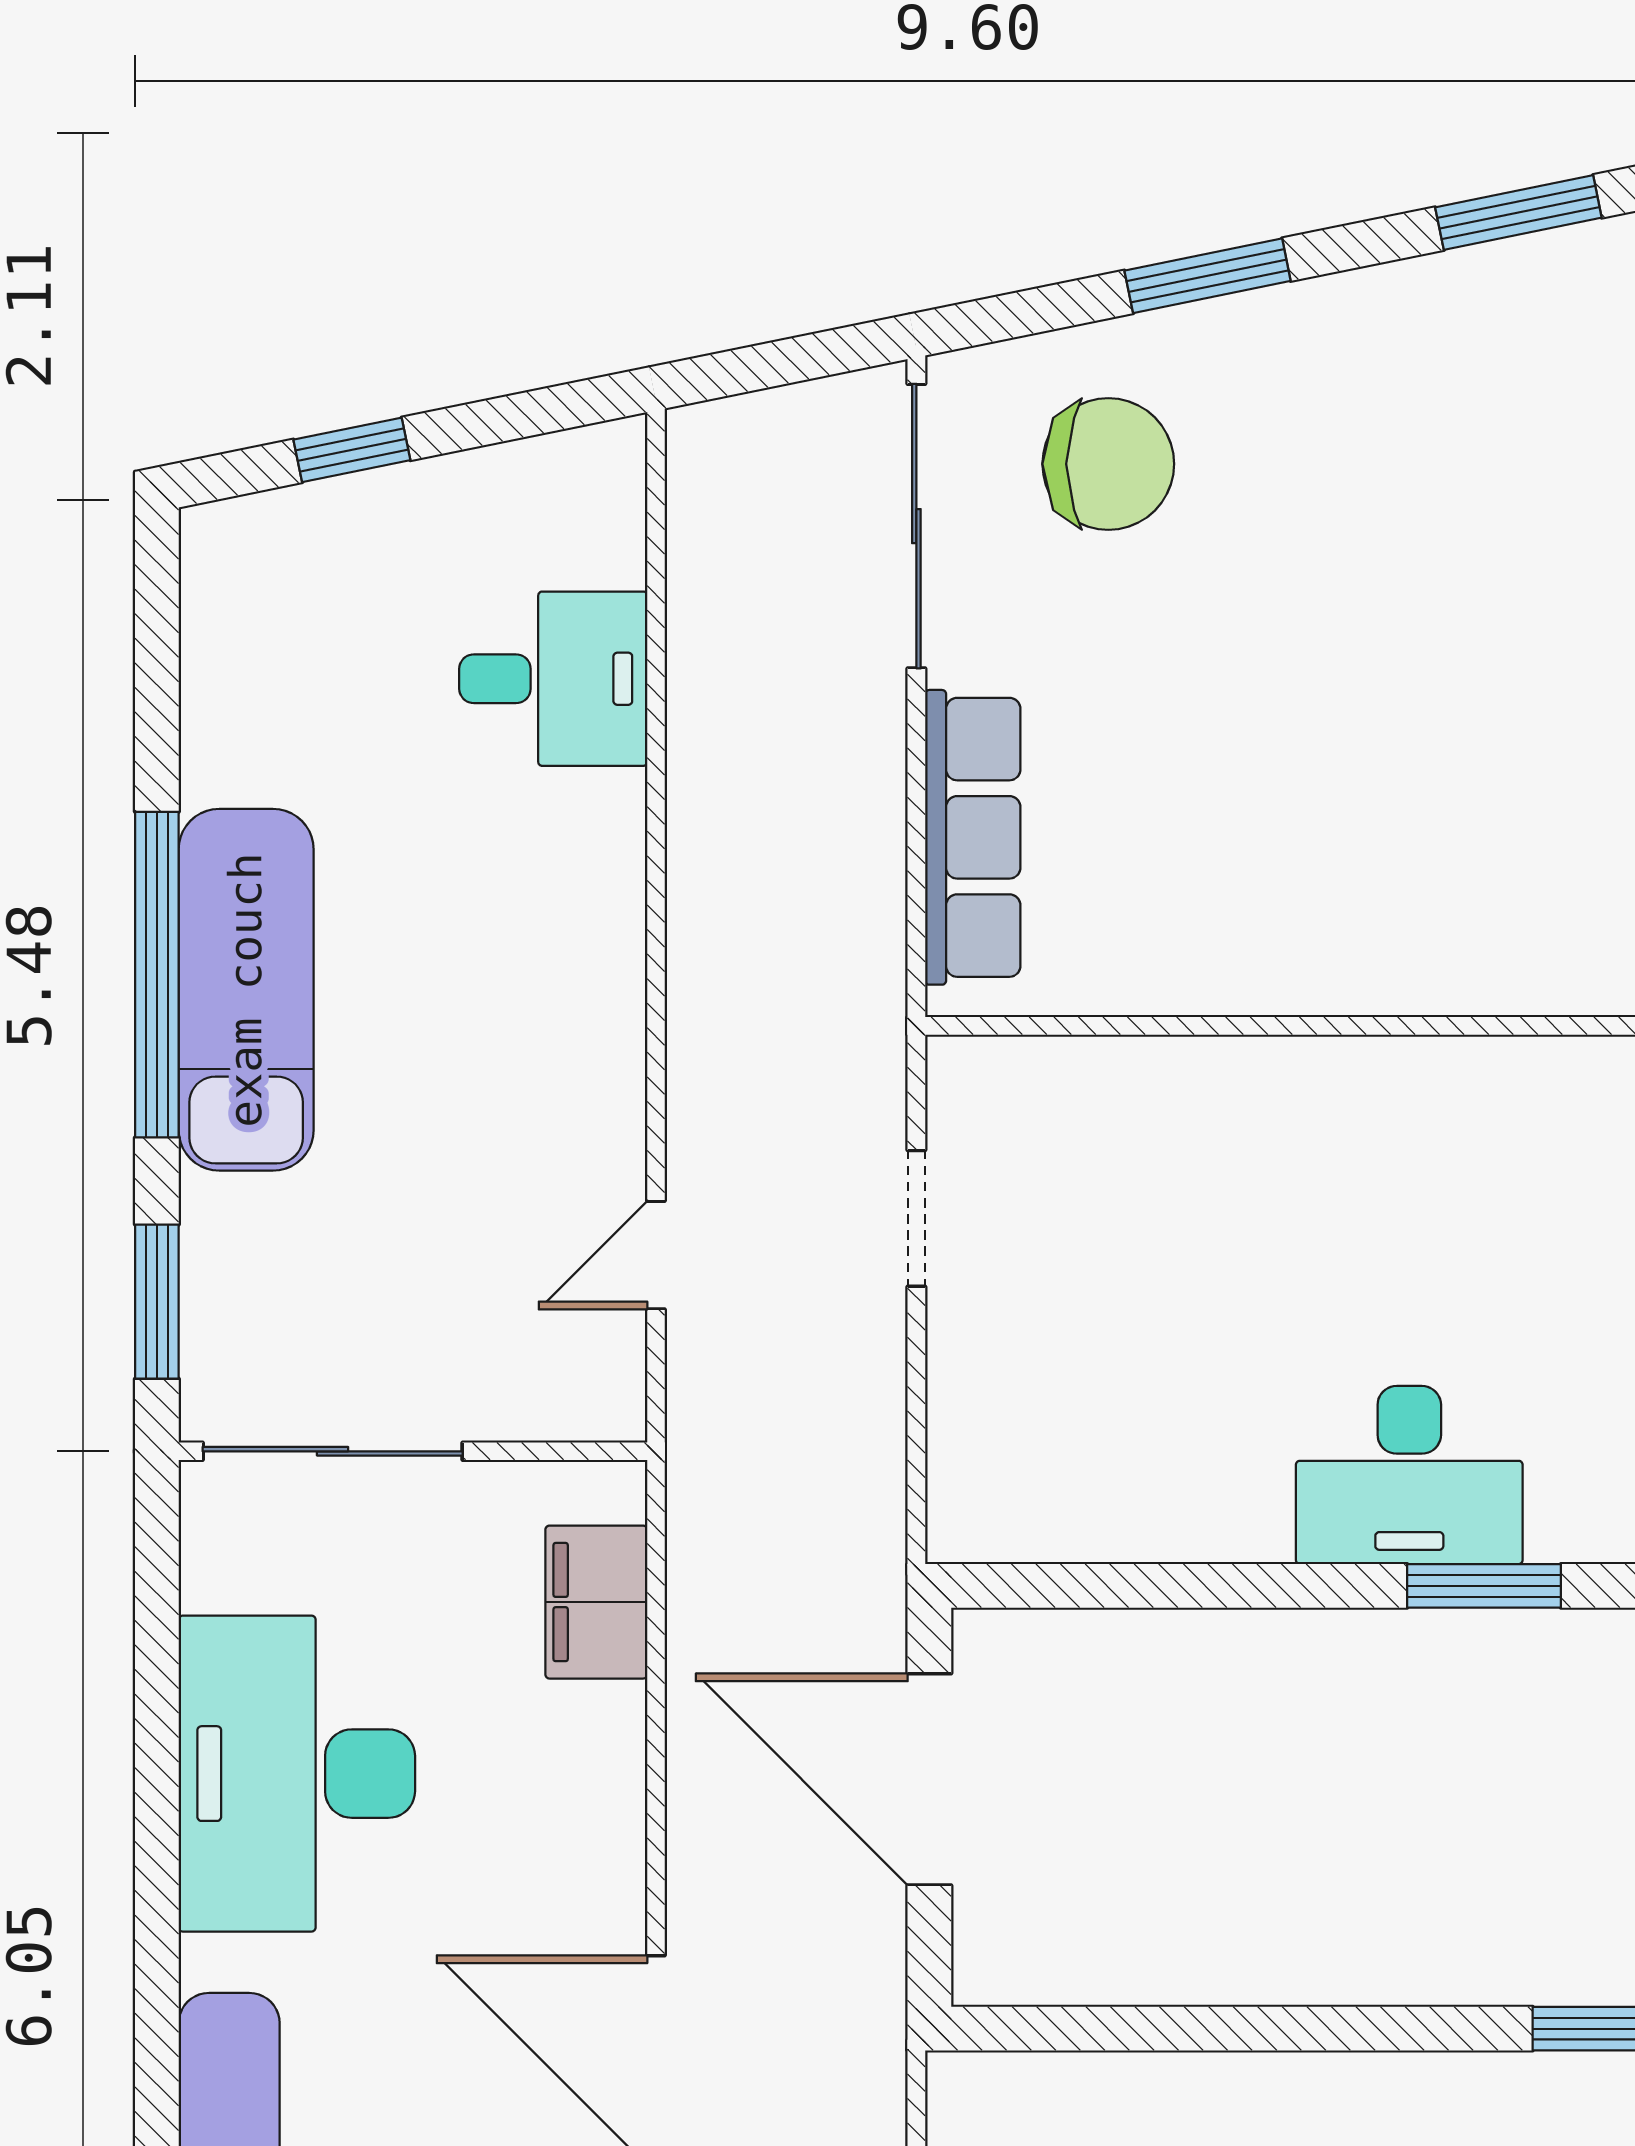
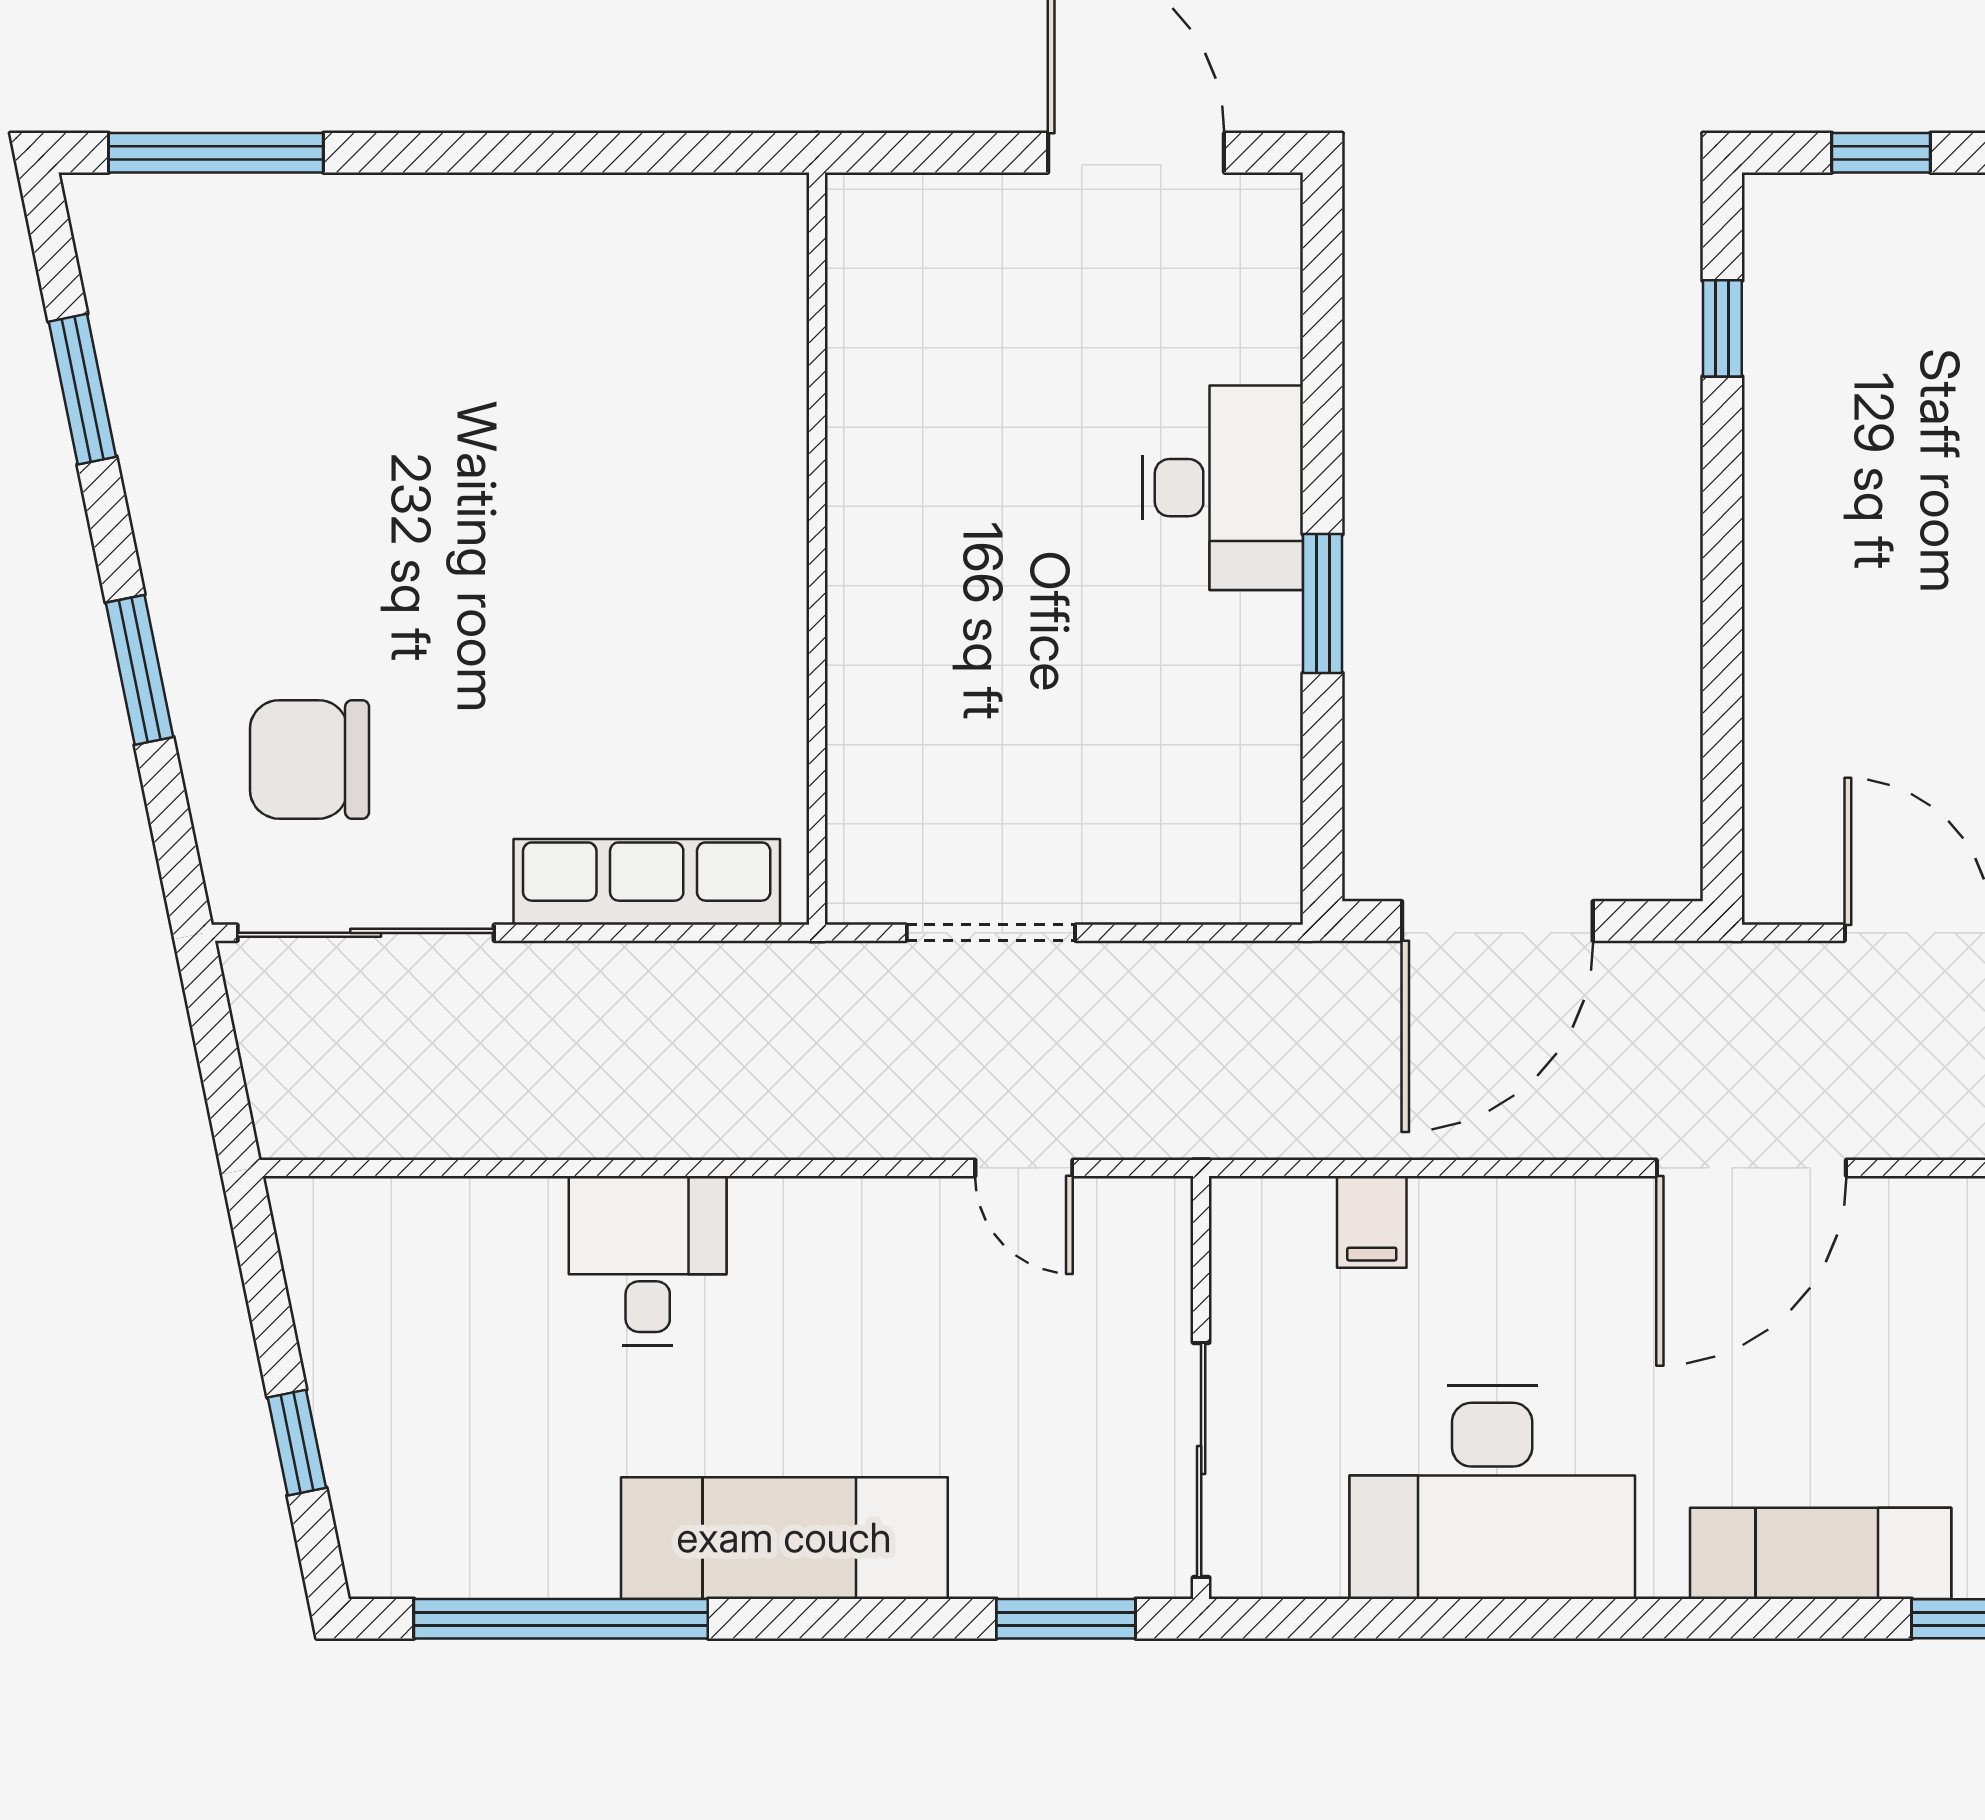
chair: (1108, 464) -> (310, 759), turned -90
desk: (553, 679) -> (648, 1261), moved
window: (157, 975) -> (561, 1619), moved
doorway: (916, 1218) -> (991, 933), width x1.38
window: (1484, 1586) -> (1323, 604), moved
filing cabinet: (596, 1602) -> (1372, 1222), width x0.50

